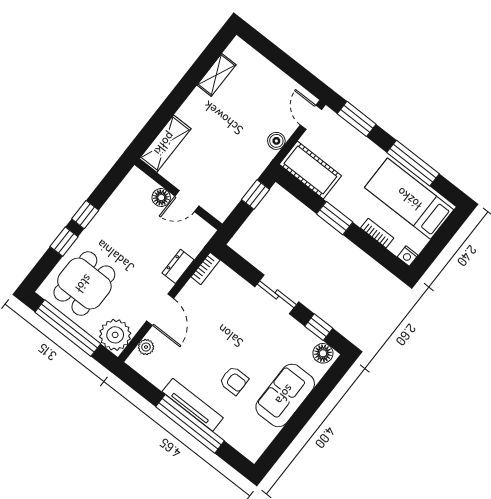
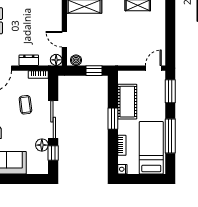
boiler: (276, 141) -> (76, 60), moved
cot: (310, 170) -> (127, 102), moved
floor lamp: (161, 197) -> (56, 60), moved
sliding door: (277, 294) -> (53, 120), width x1.37
coffee table: (231, 315) -> (25, 105), added
floor lamp: (323, 353) -> (42, 145), moved

